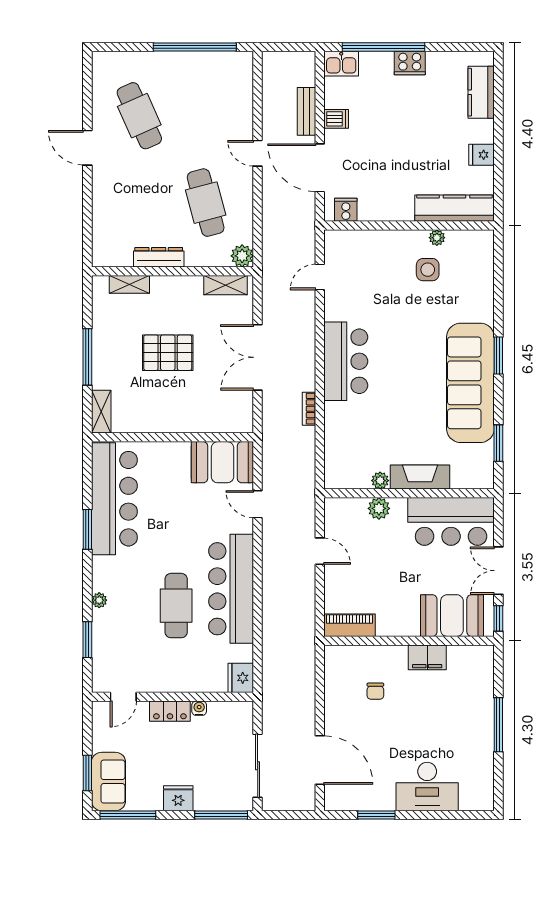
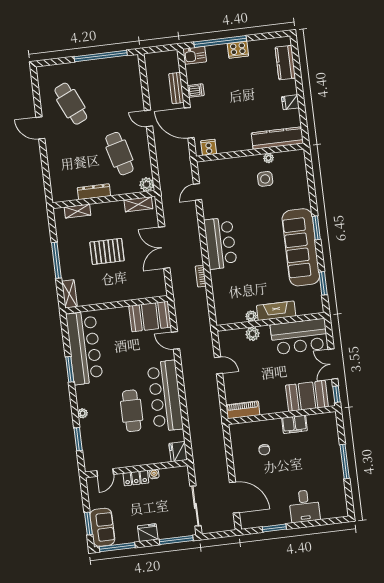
desk: (427, 787) -> (304, 506), width x0.73

